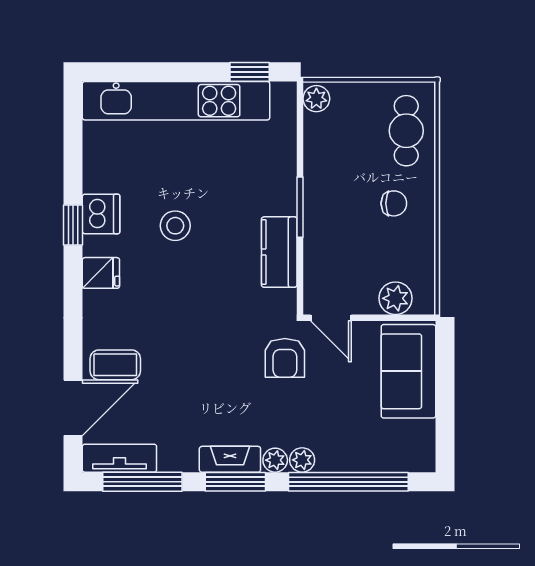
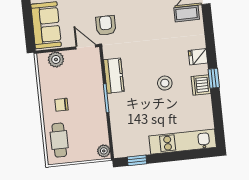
kitchen unit: (176, 101) -> (183, 142), width x0.73

